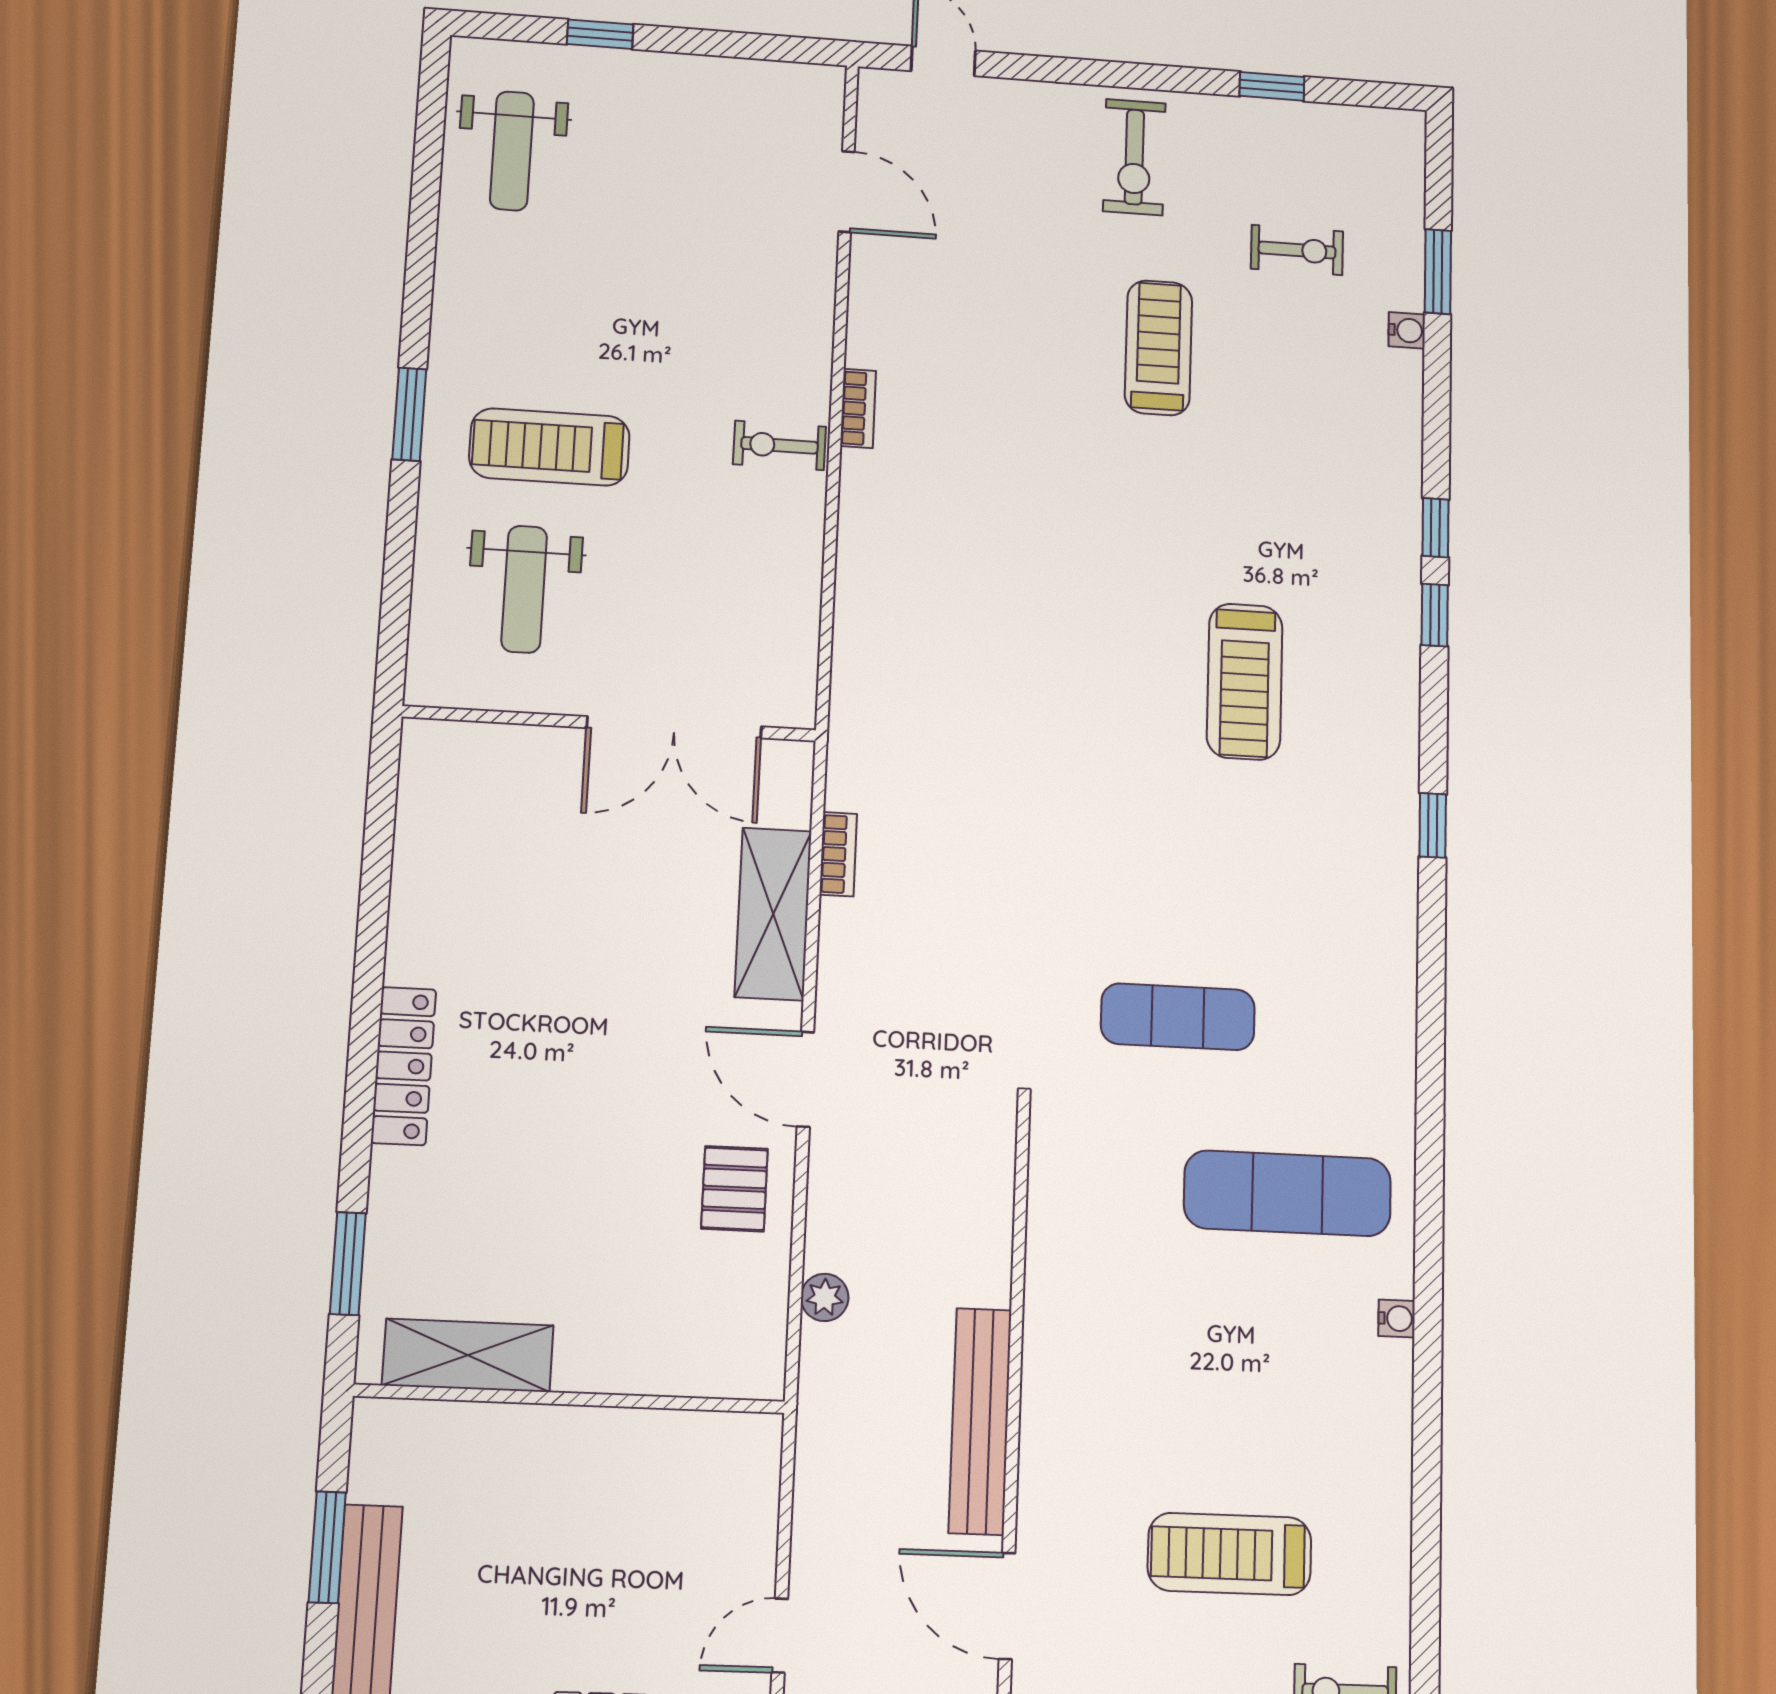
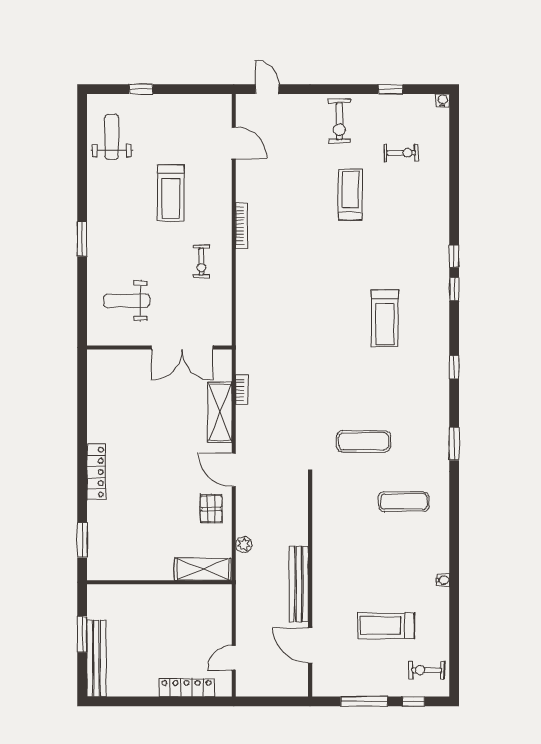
weight bench: (512, 151) -> (112, 137), turned 180
window: (1438, 272) -> (454, 444), moved
water cooler: (1407, 330) -> (443, 101), moved, turned -90
bookcase: (858, 408) -> (242, 226), width x1.56
exercise bike: (779, 445) -> (201, 261), moved, turned -90
treadmill: (549, 447) -> (171, 193), moved, turned -90
weight bench: (524, 589) -> (127, 301), turned 90
exercise mat: (1288, 1193) -> (404, 502), width x0.73, depth x0.69
water cooler: (1397, 1318) -> (443, 580), moved
shelving: (468, 1355) -> (203, 569), moved

